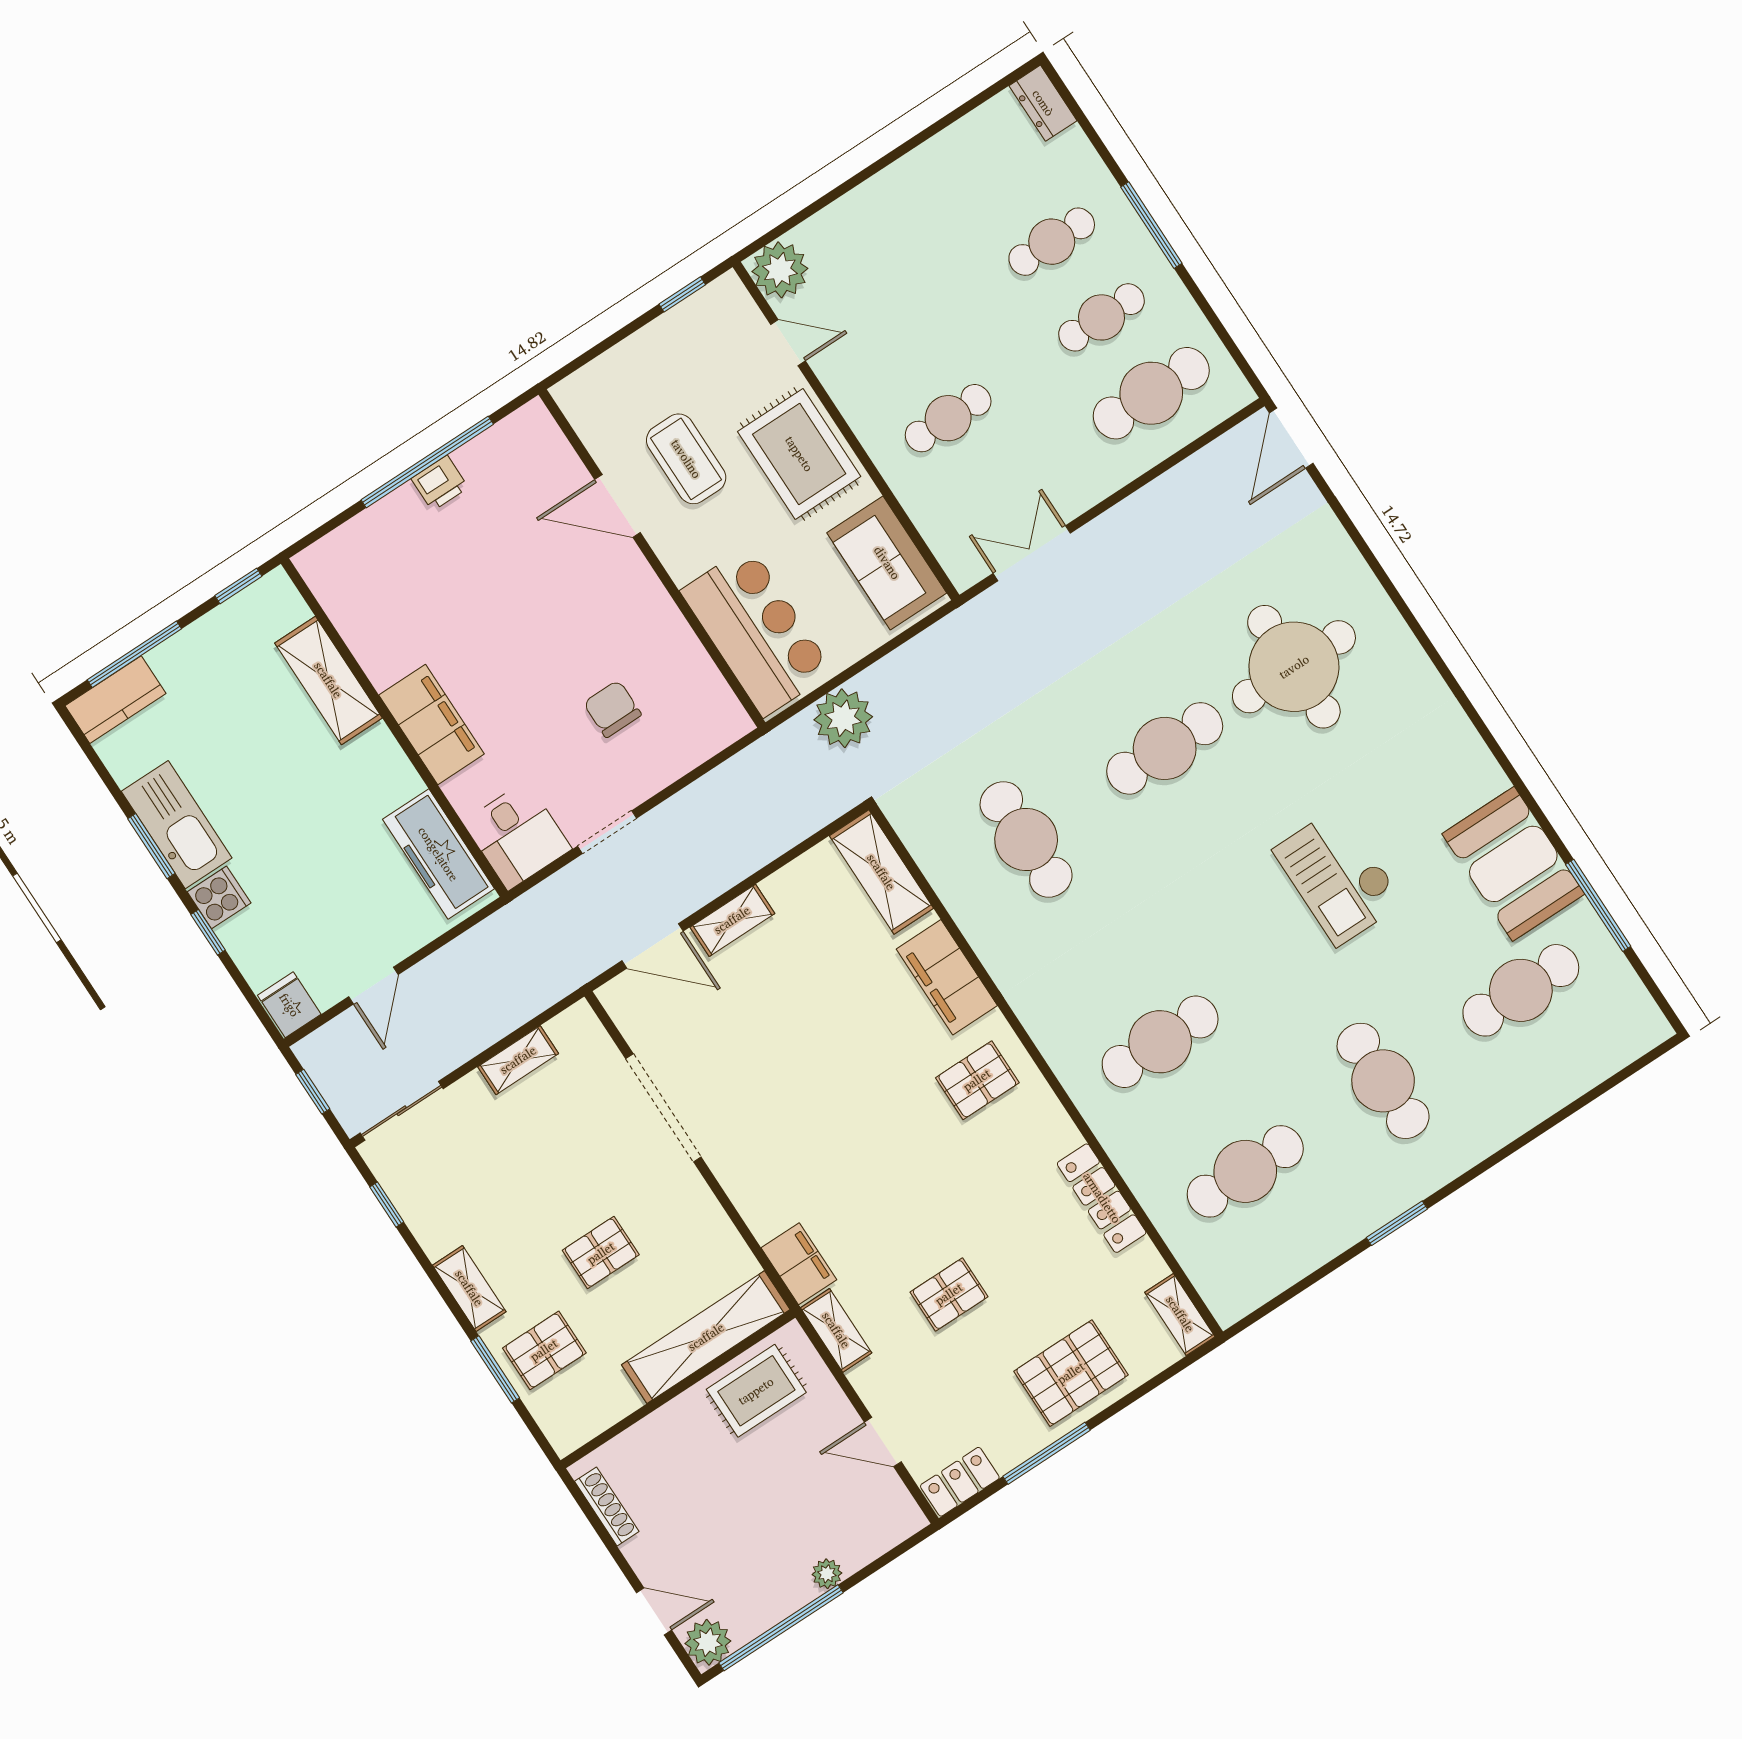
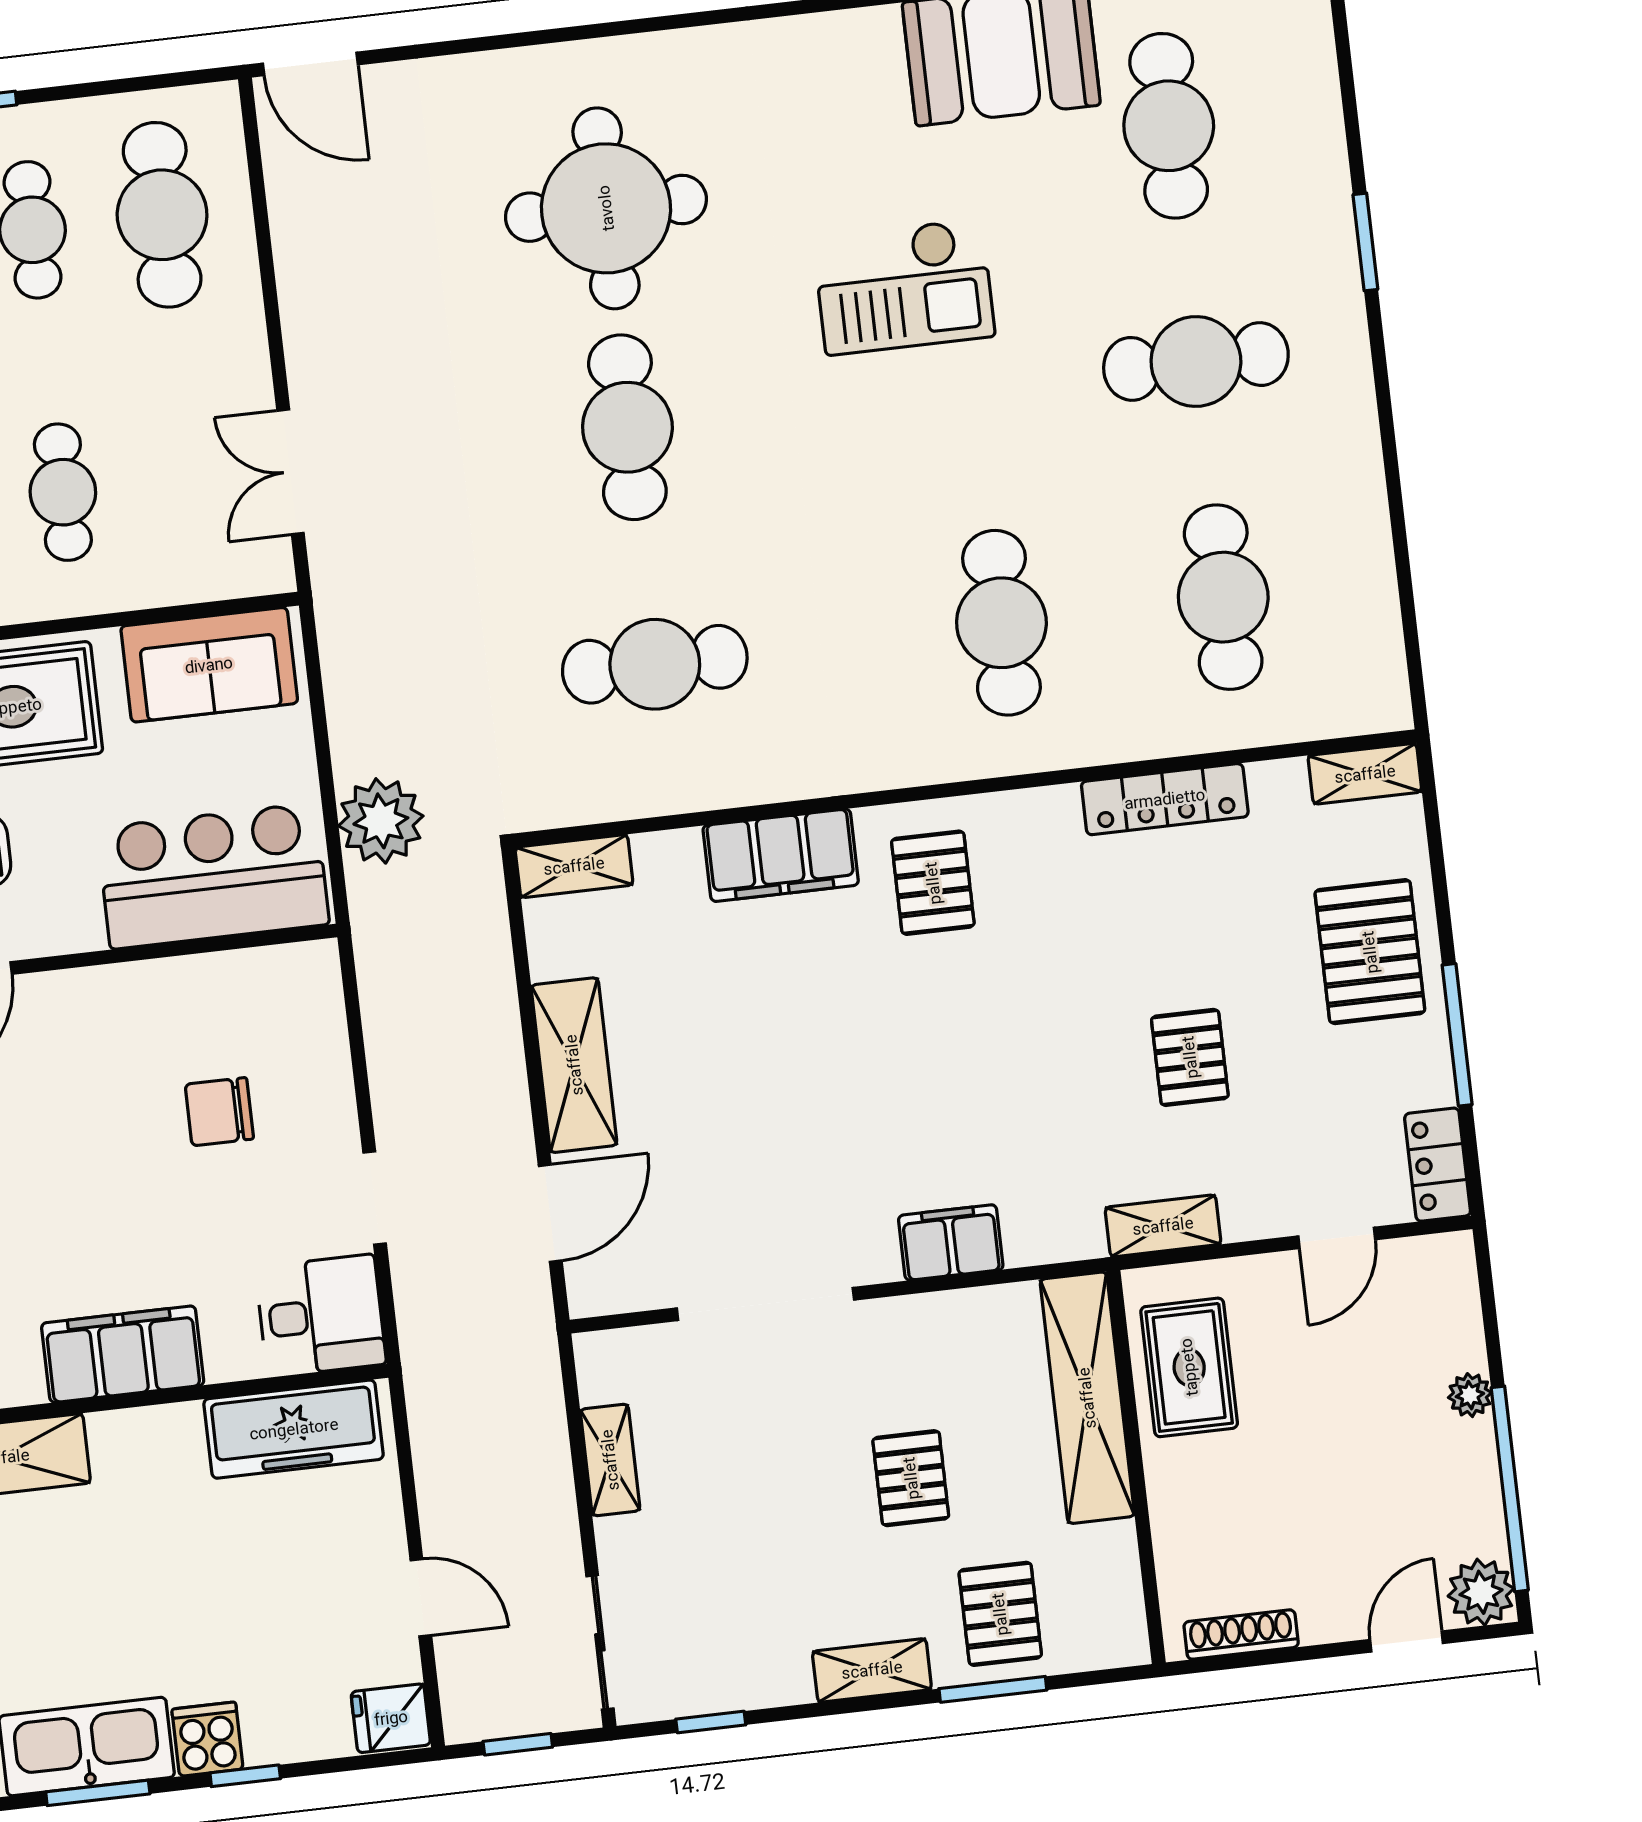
shelving: (881, 872) -> (574, 866), width x0.67, depth x0.75
shelving: (732, 920) -> (574, 1065), width x1.50, depth x1.33
window: (1397, 1223) -> (1365, 242), moved
filing cabinet: (799, 1264) -> (951, 1243), moved

